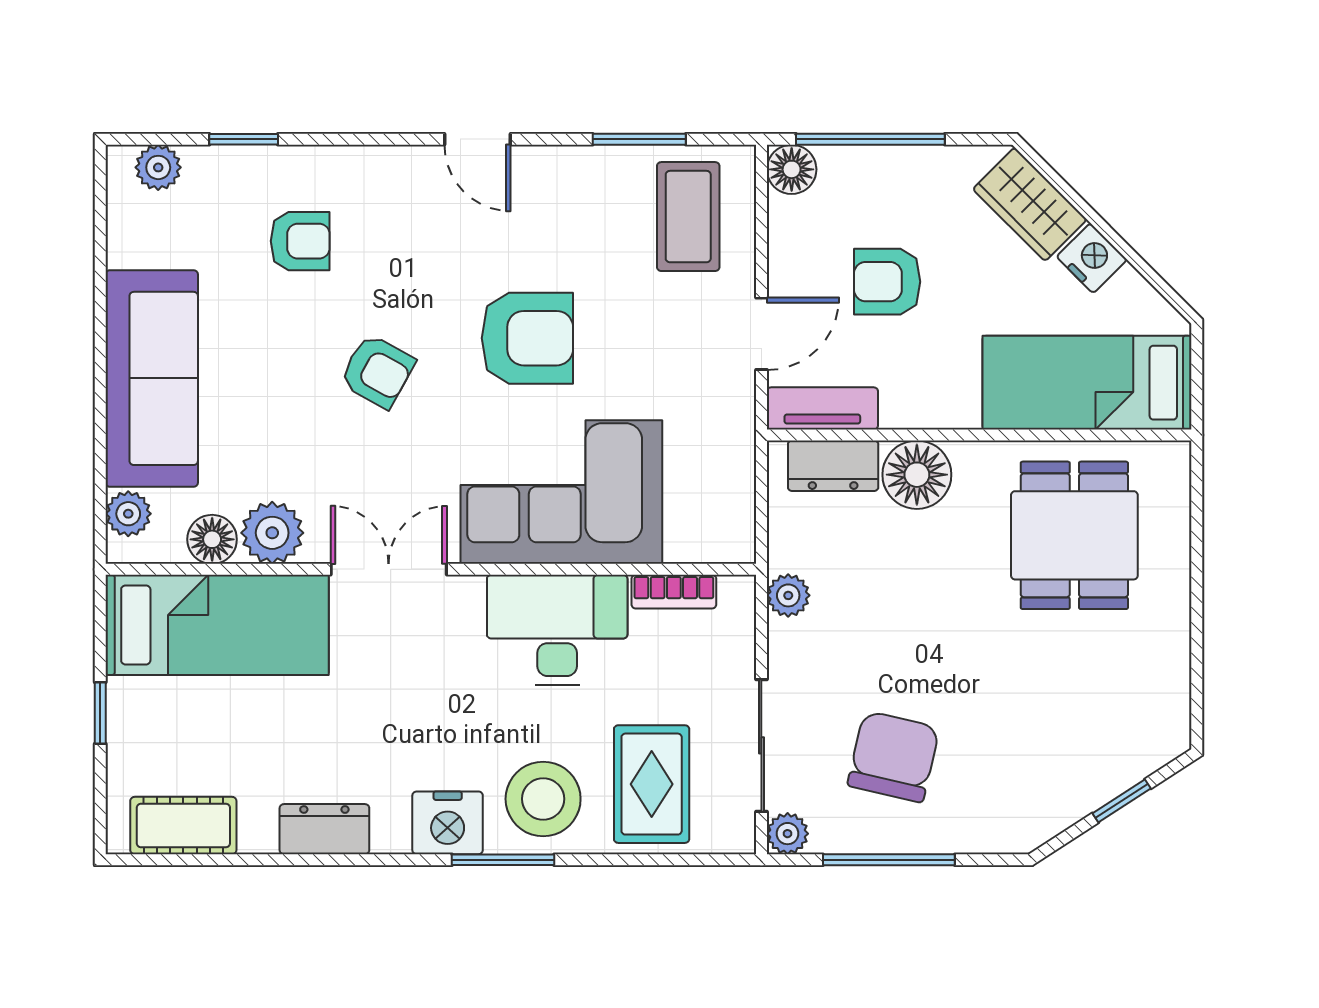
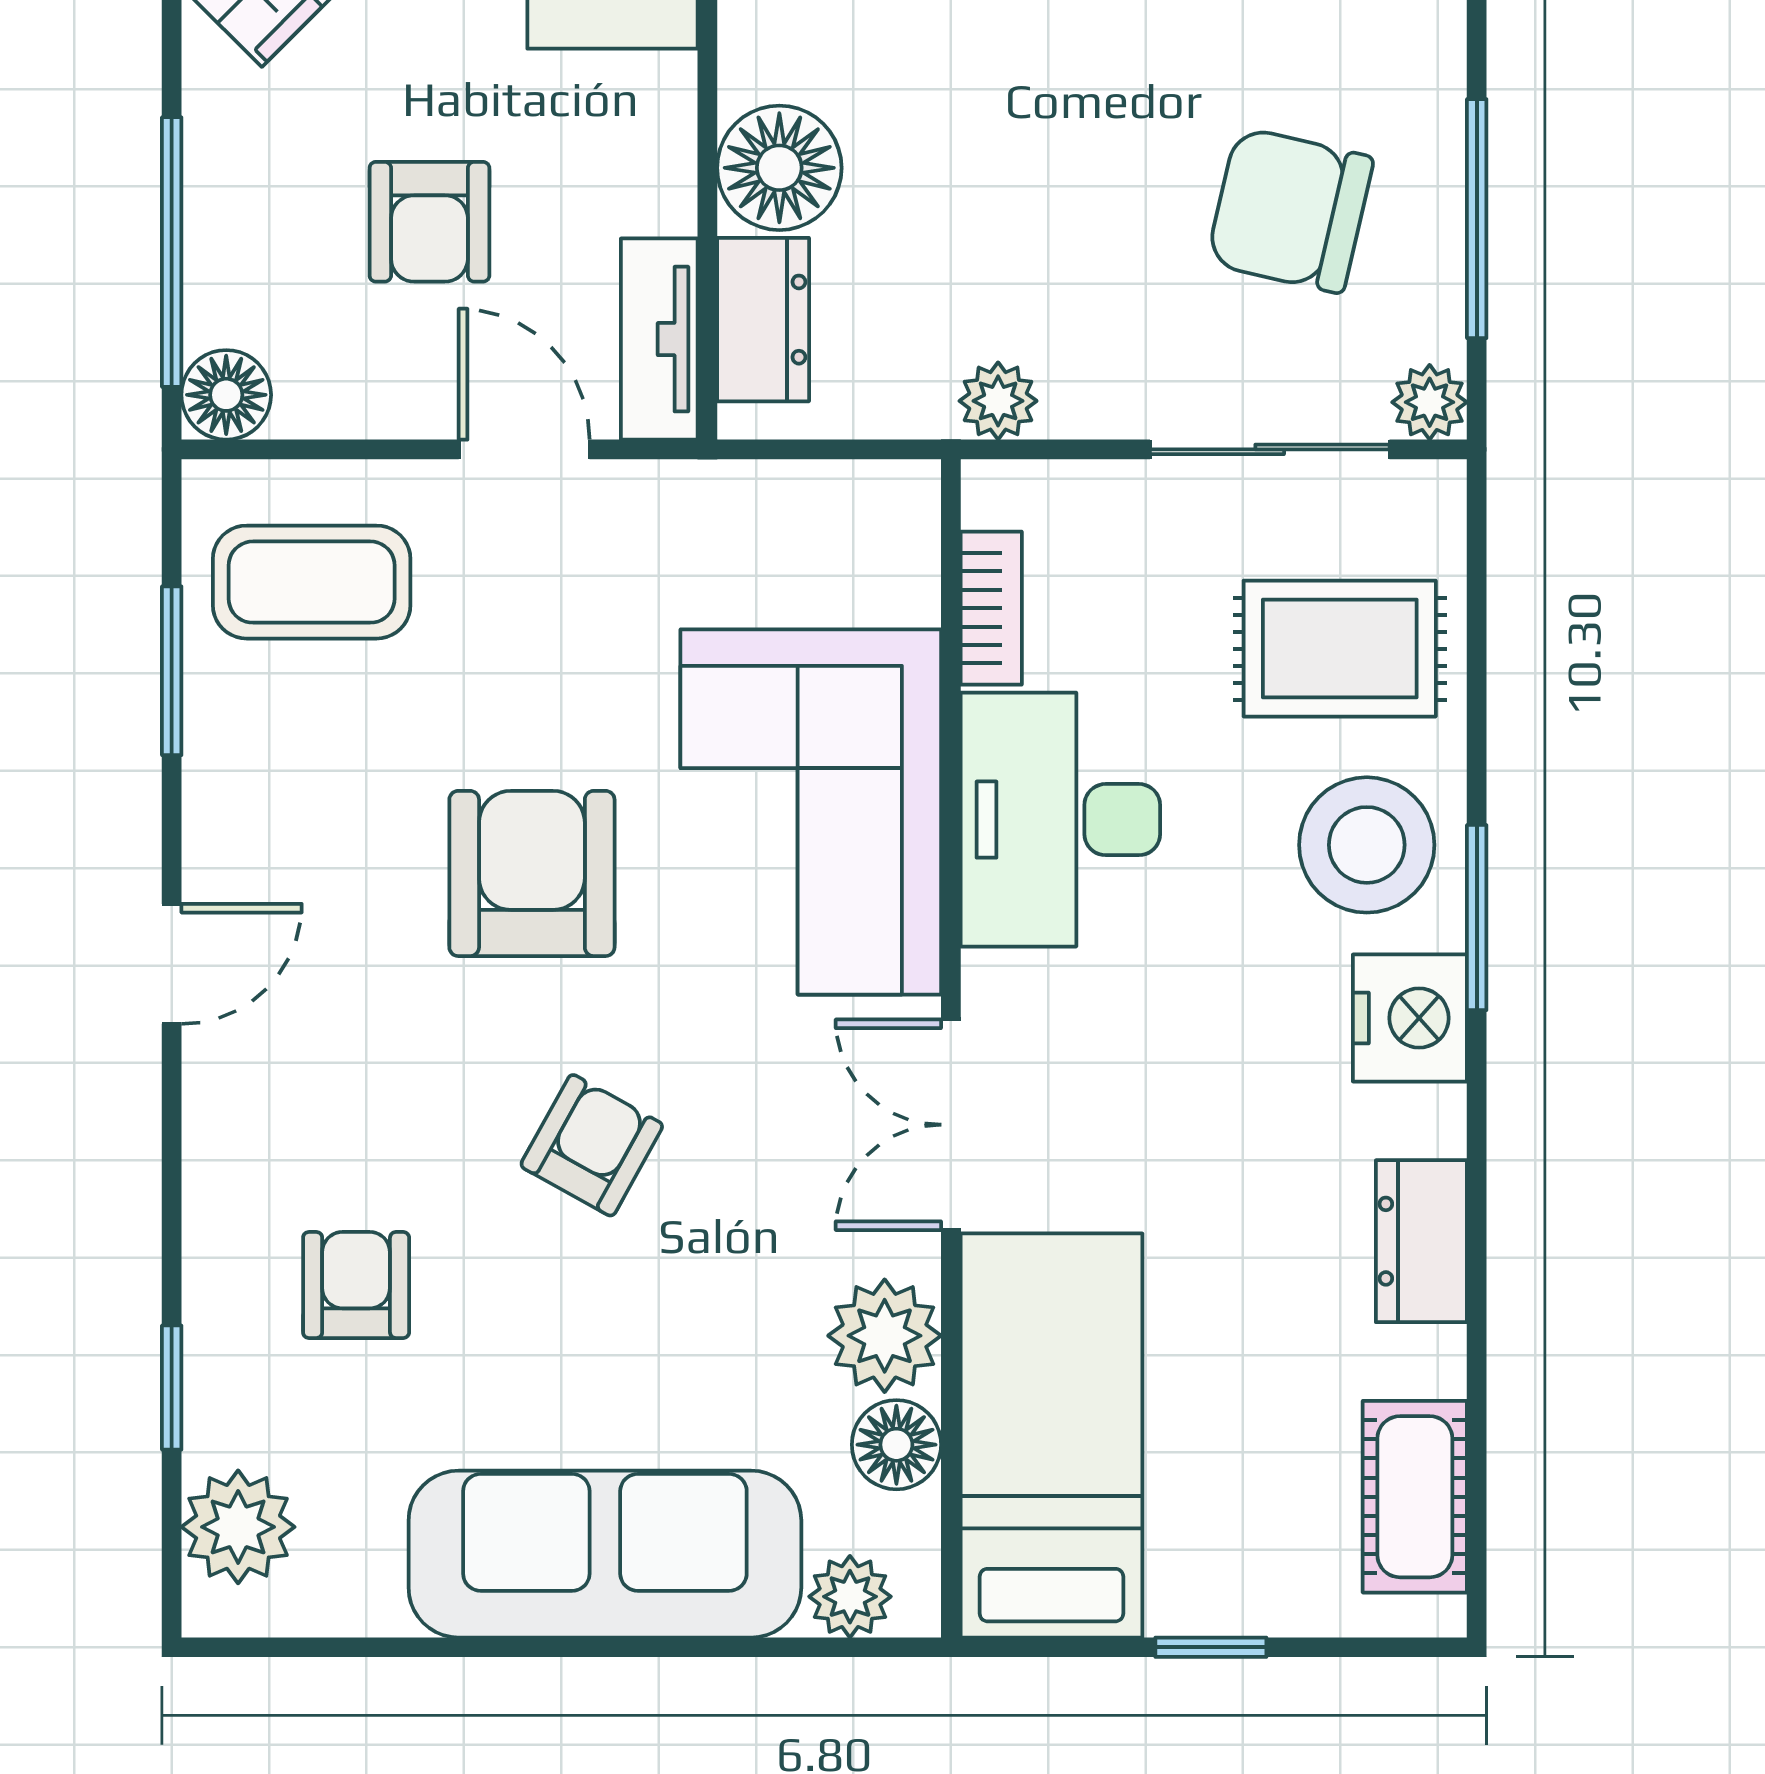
plant: (158, 167) -> (238, 1527), width x1.38, depth x1.38

